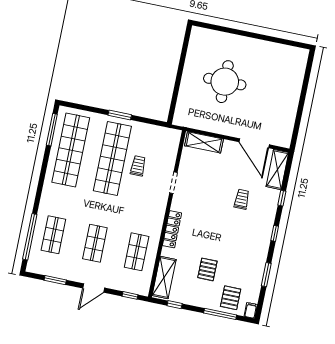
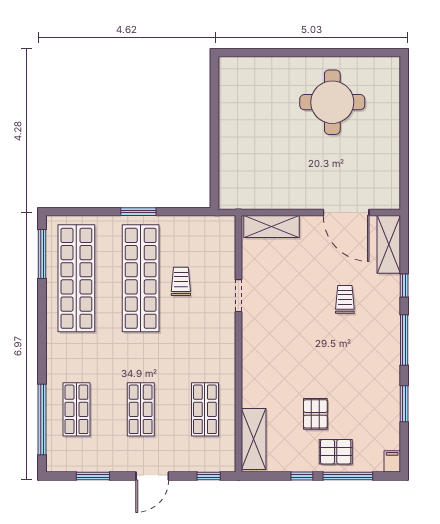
round table: (225, 82) -> (332, 102), moved
locker: (172, 229) -> (251, 365), removed
window: (275, 233) -> (404, 340), width x2.17
pallet: (231, 298) -> (336, 452), moved, turned 90
window: (175, 305) -> (302, 476), moved

